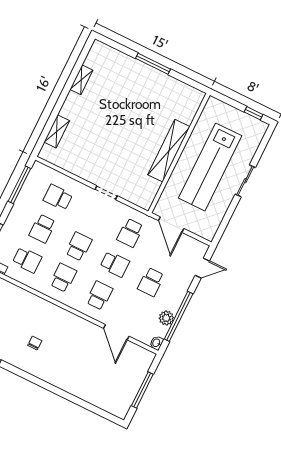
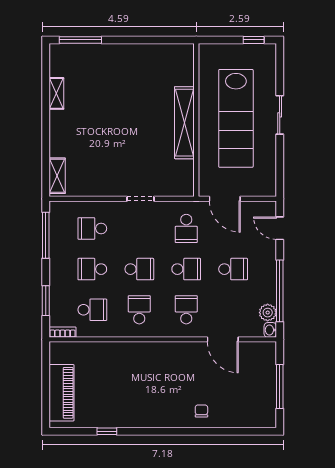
window: (153, 64) -> (80, 40), moved
shelving: (57, 131) -> (57, 176), moved
school desk: (42, 229) -> (92, 269), turned 90
school desk: (79, 246) -> (139, 269), turned 90
door: (202, 268) -> (280, 228), swing flipped
school desk: (151, 282) -> (233, 269), turned -90
plant: (166, 318) -> (268, 313), moved
chair: (35, 343) -> (201, 411), moved

